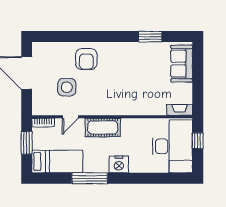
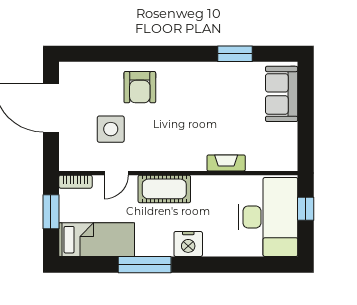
fireplace: (180, 110) -> (226, 163), moved

